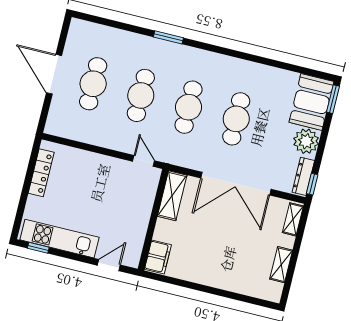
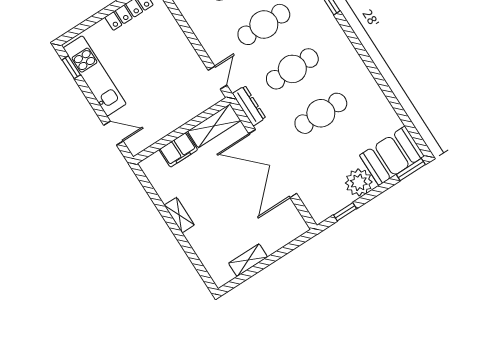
dresser: (303, 176) -> (249, 106), moved, turned 90
window: (312, 184) -> (345, 212), moved
shelving: (293, 219) -> (179, 215), moved, turned 90
filing cabinet: (158, 257) -> (178, 150), moved

